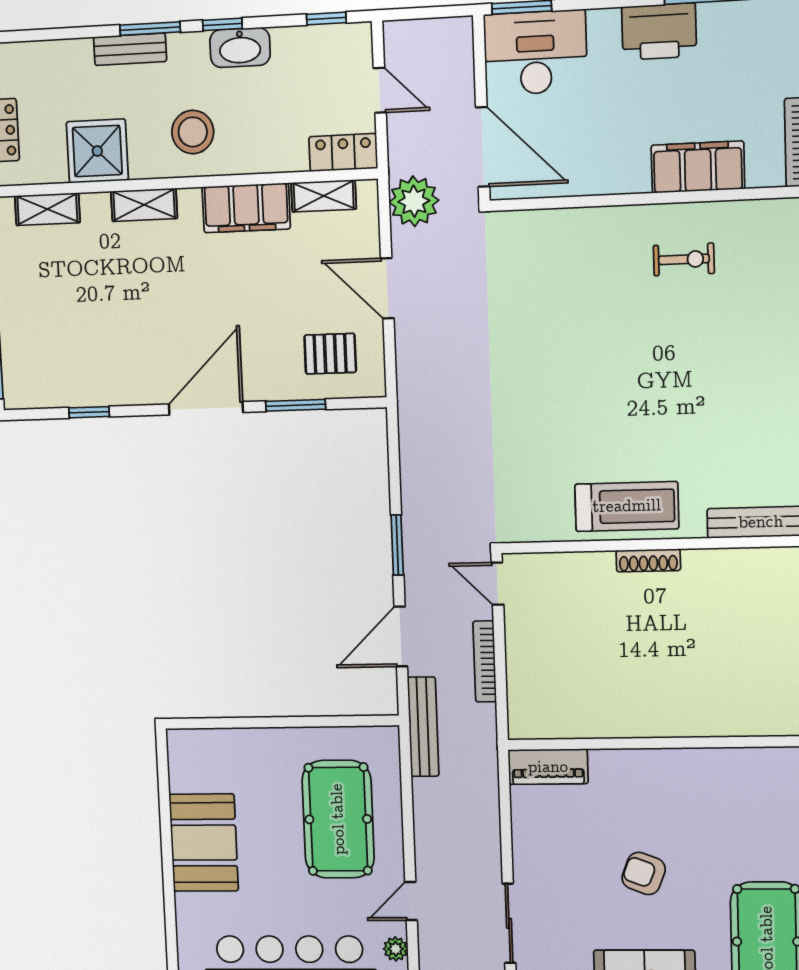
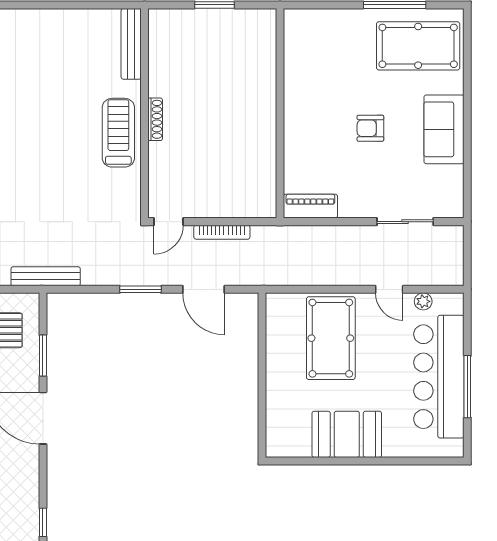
window: (89, 412) -> (43, 522), moved
bench: (423, 727) -> (46, 276), moved
piano: (548, 767) -> (310, 206), moved, turned -90
pool table: (338, 819) -> (331, 338), turned 90
armchair: (644, 873) -> (370, 128), turned 69

